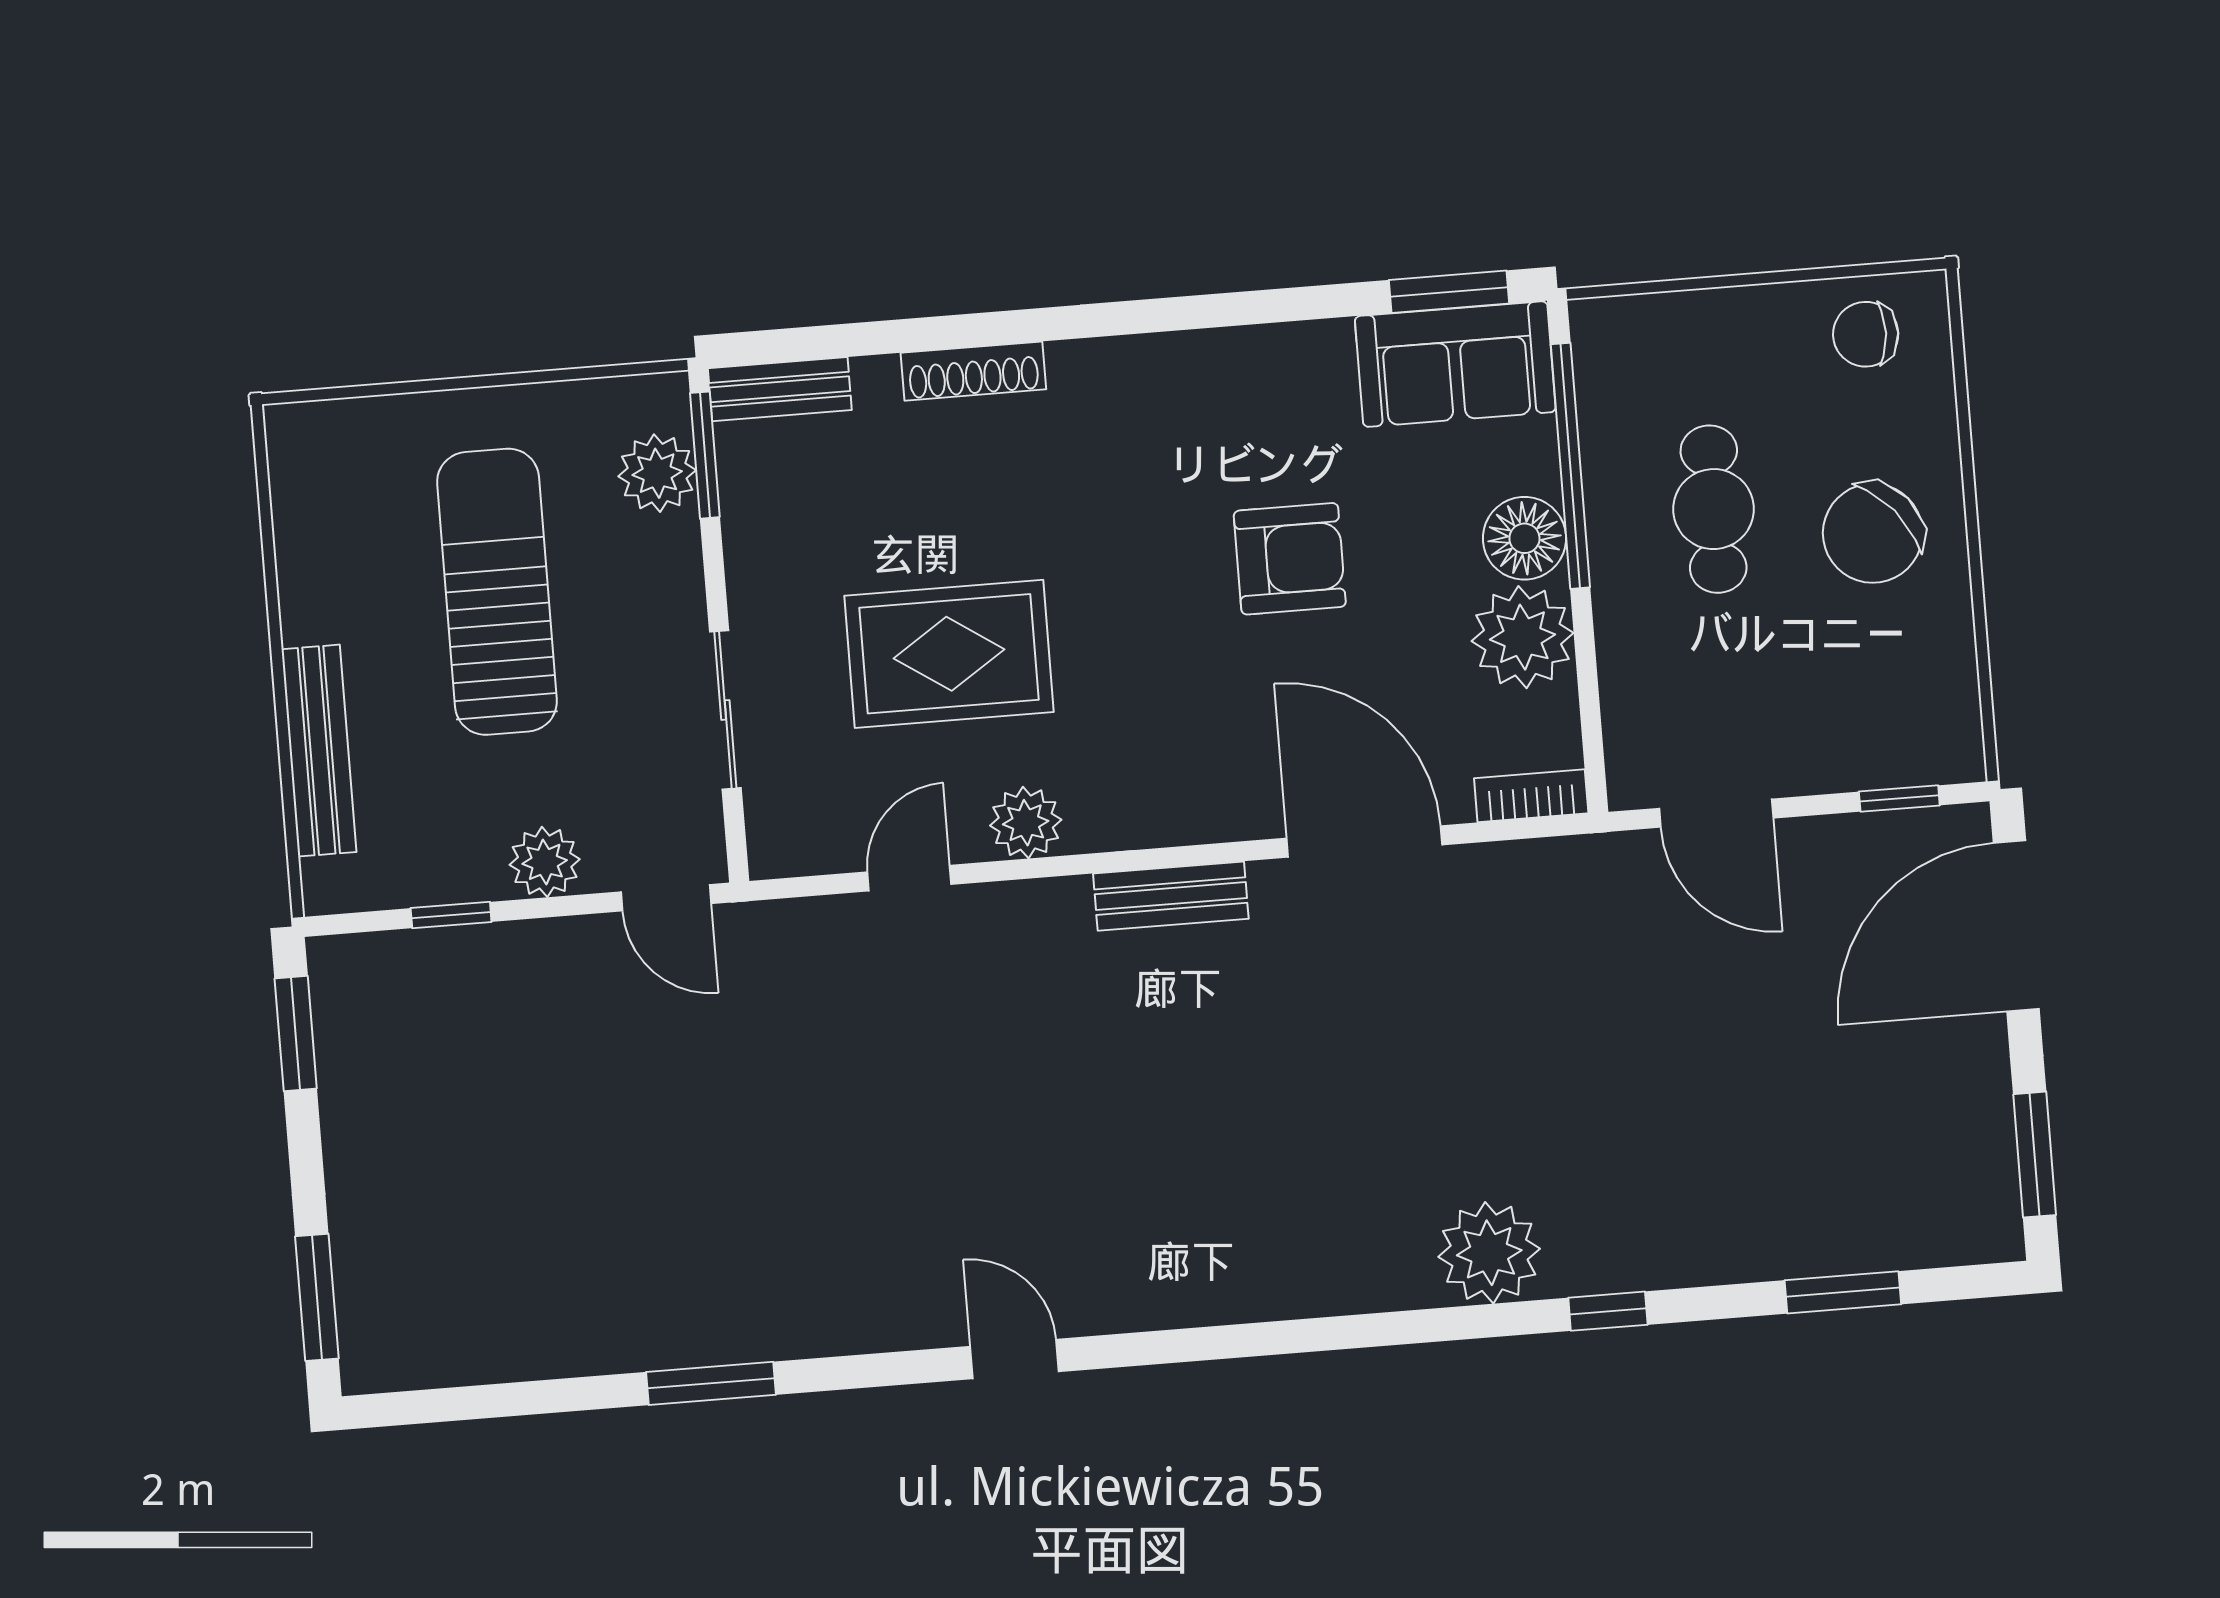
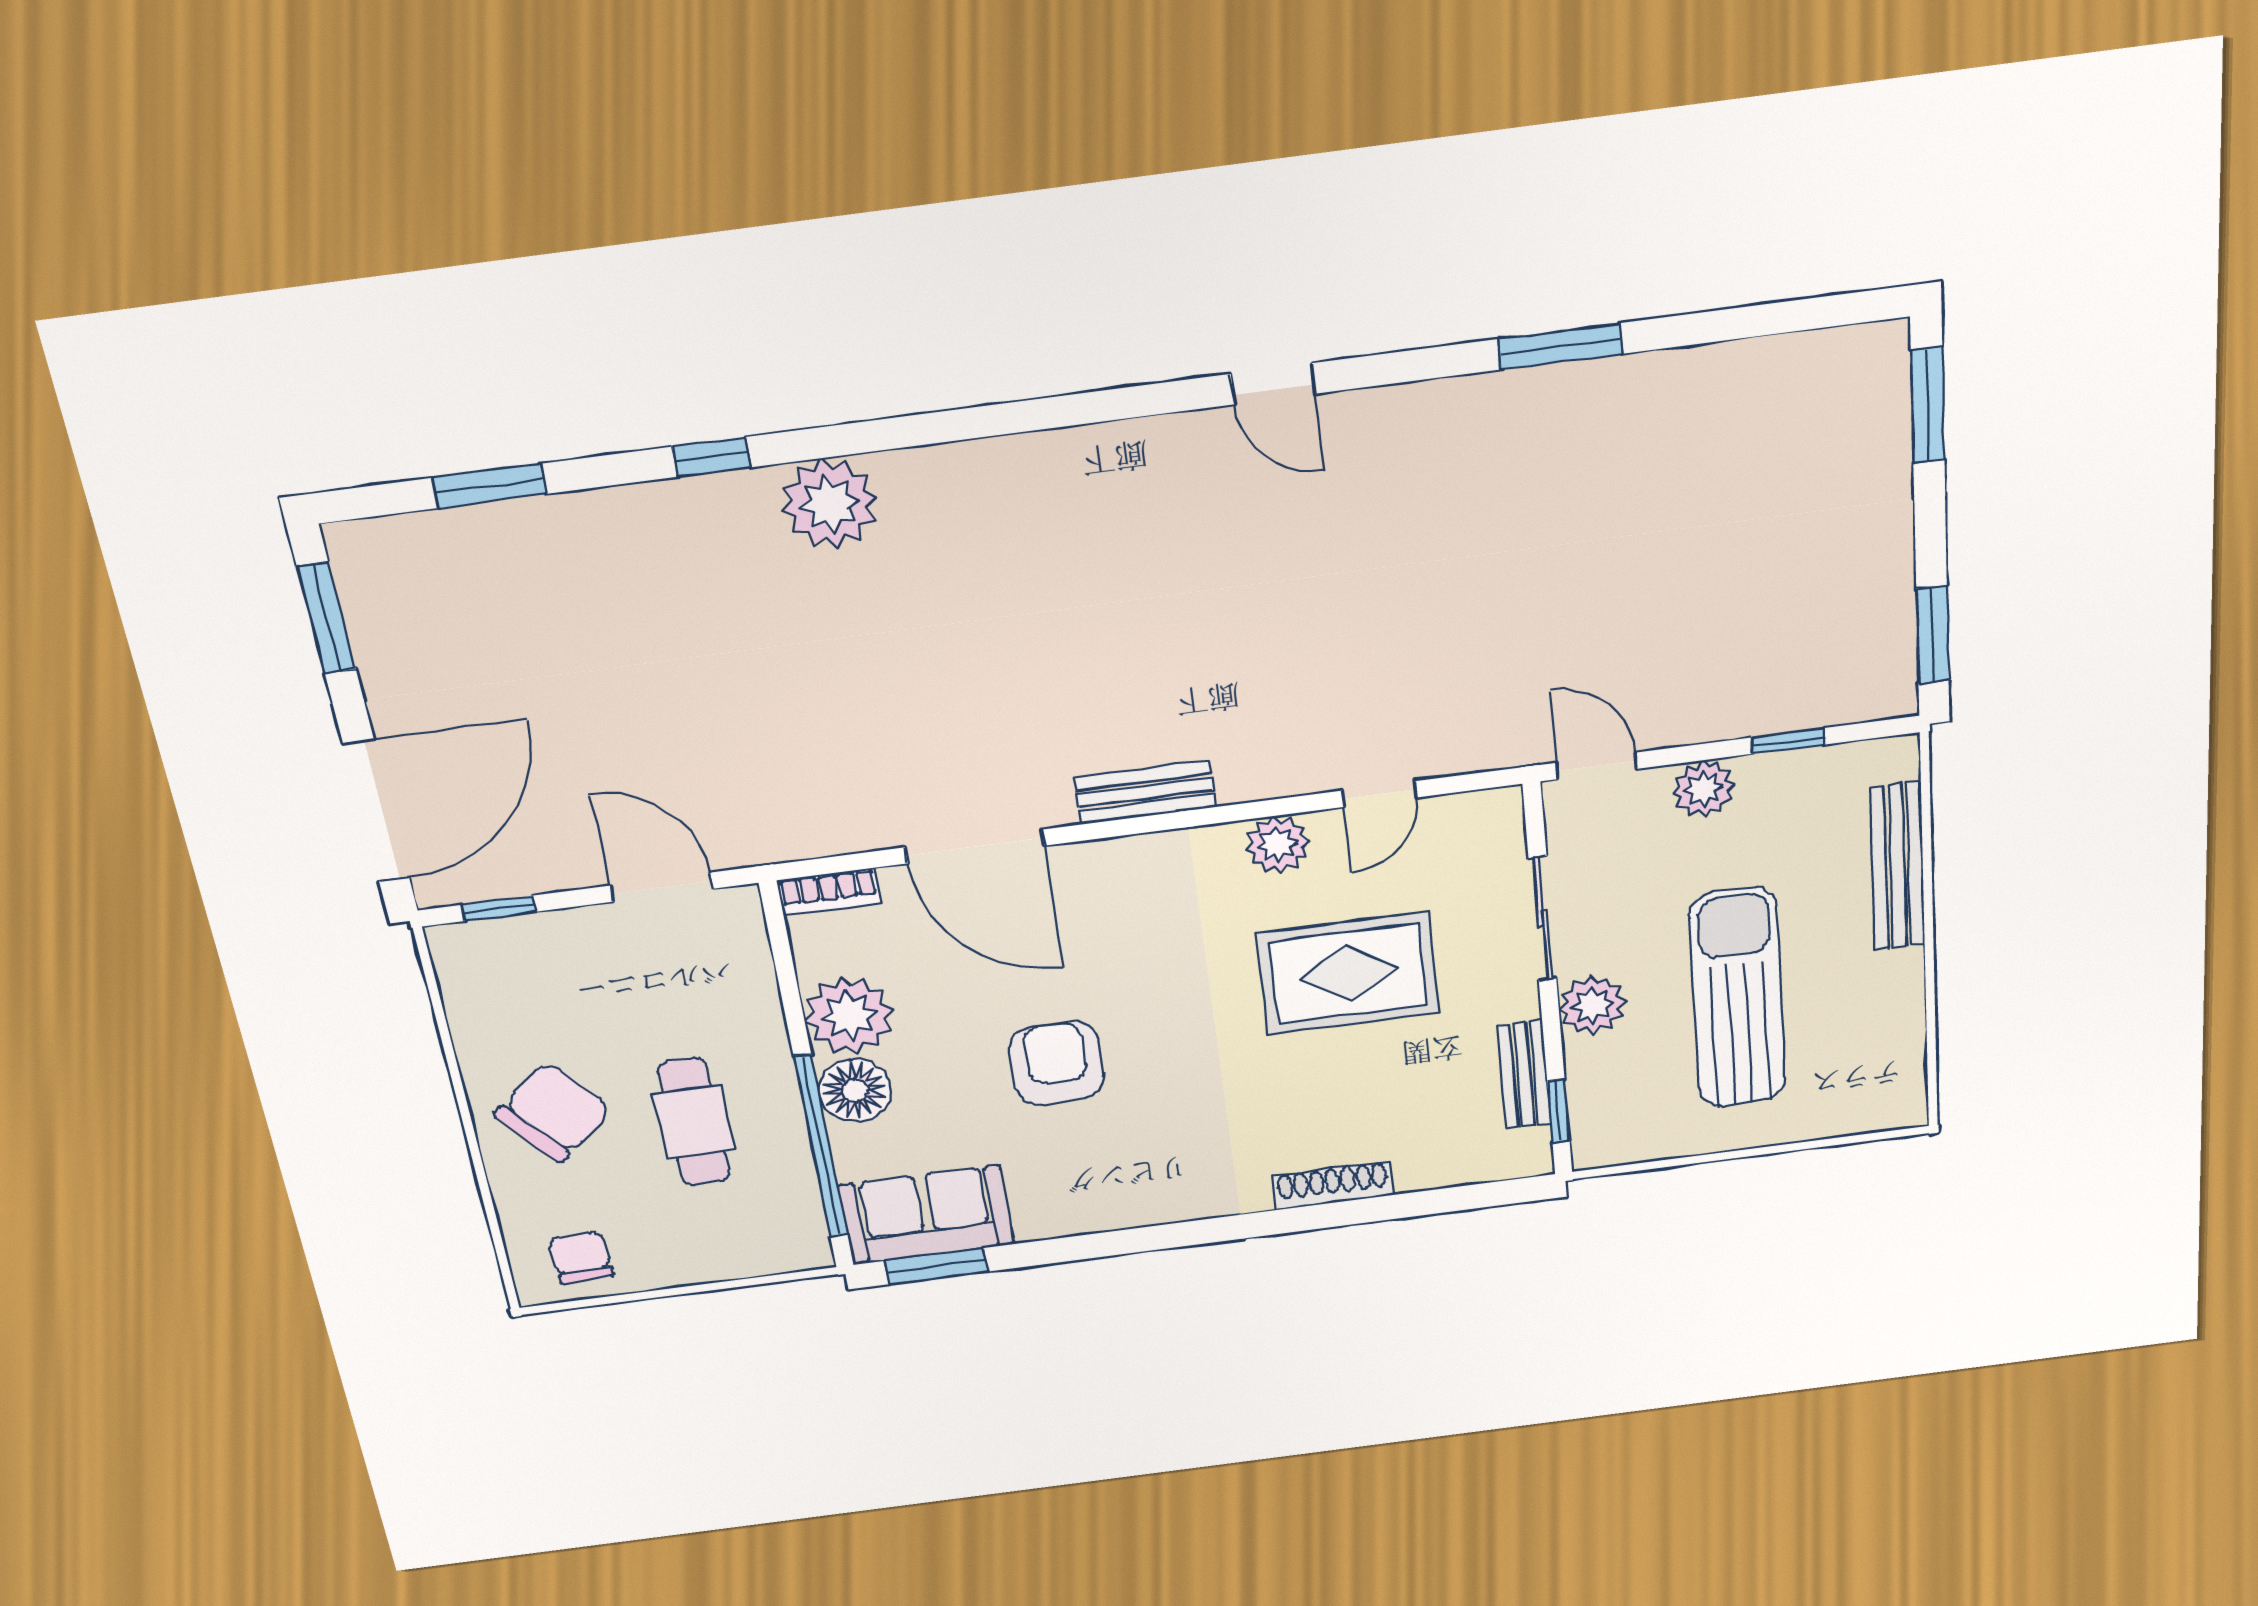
chair: (1866, 334) -> (581, 1257), turned -95
bench: (780, 389) -> (1524, 1074), moved, turned 90
window: (705, 455) -> (1558, 1111), width x0.67
plant: (657, 473) -> (1592, 1005), moved
armchair: (1290, 559) -> (1056, 1063), turned 90
sun lounger: (497, 592) -> (1738, 998), turned 180

